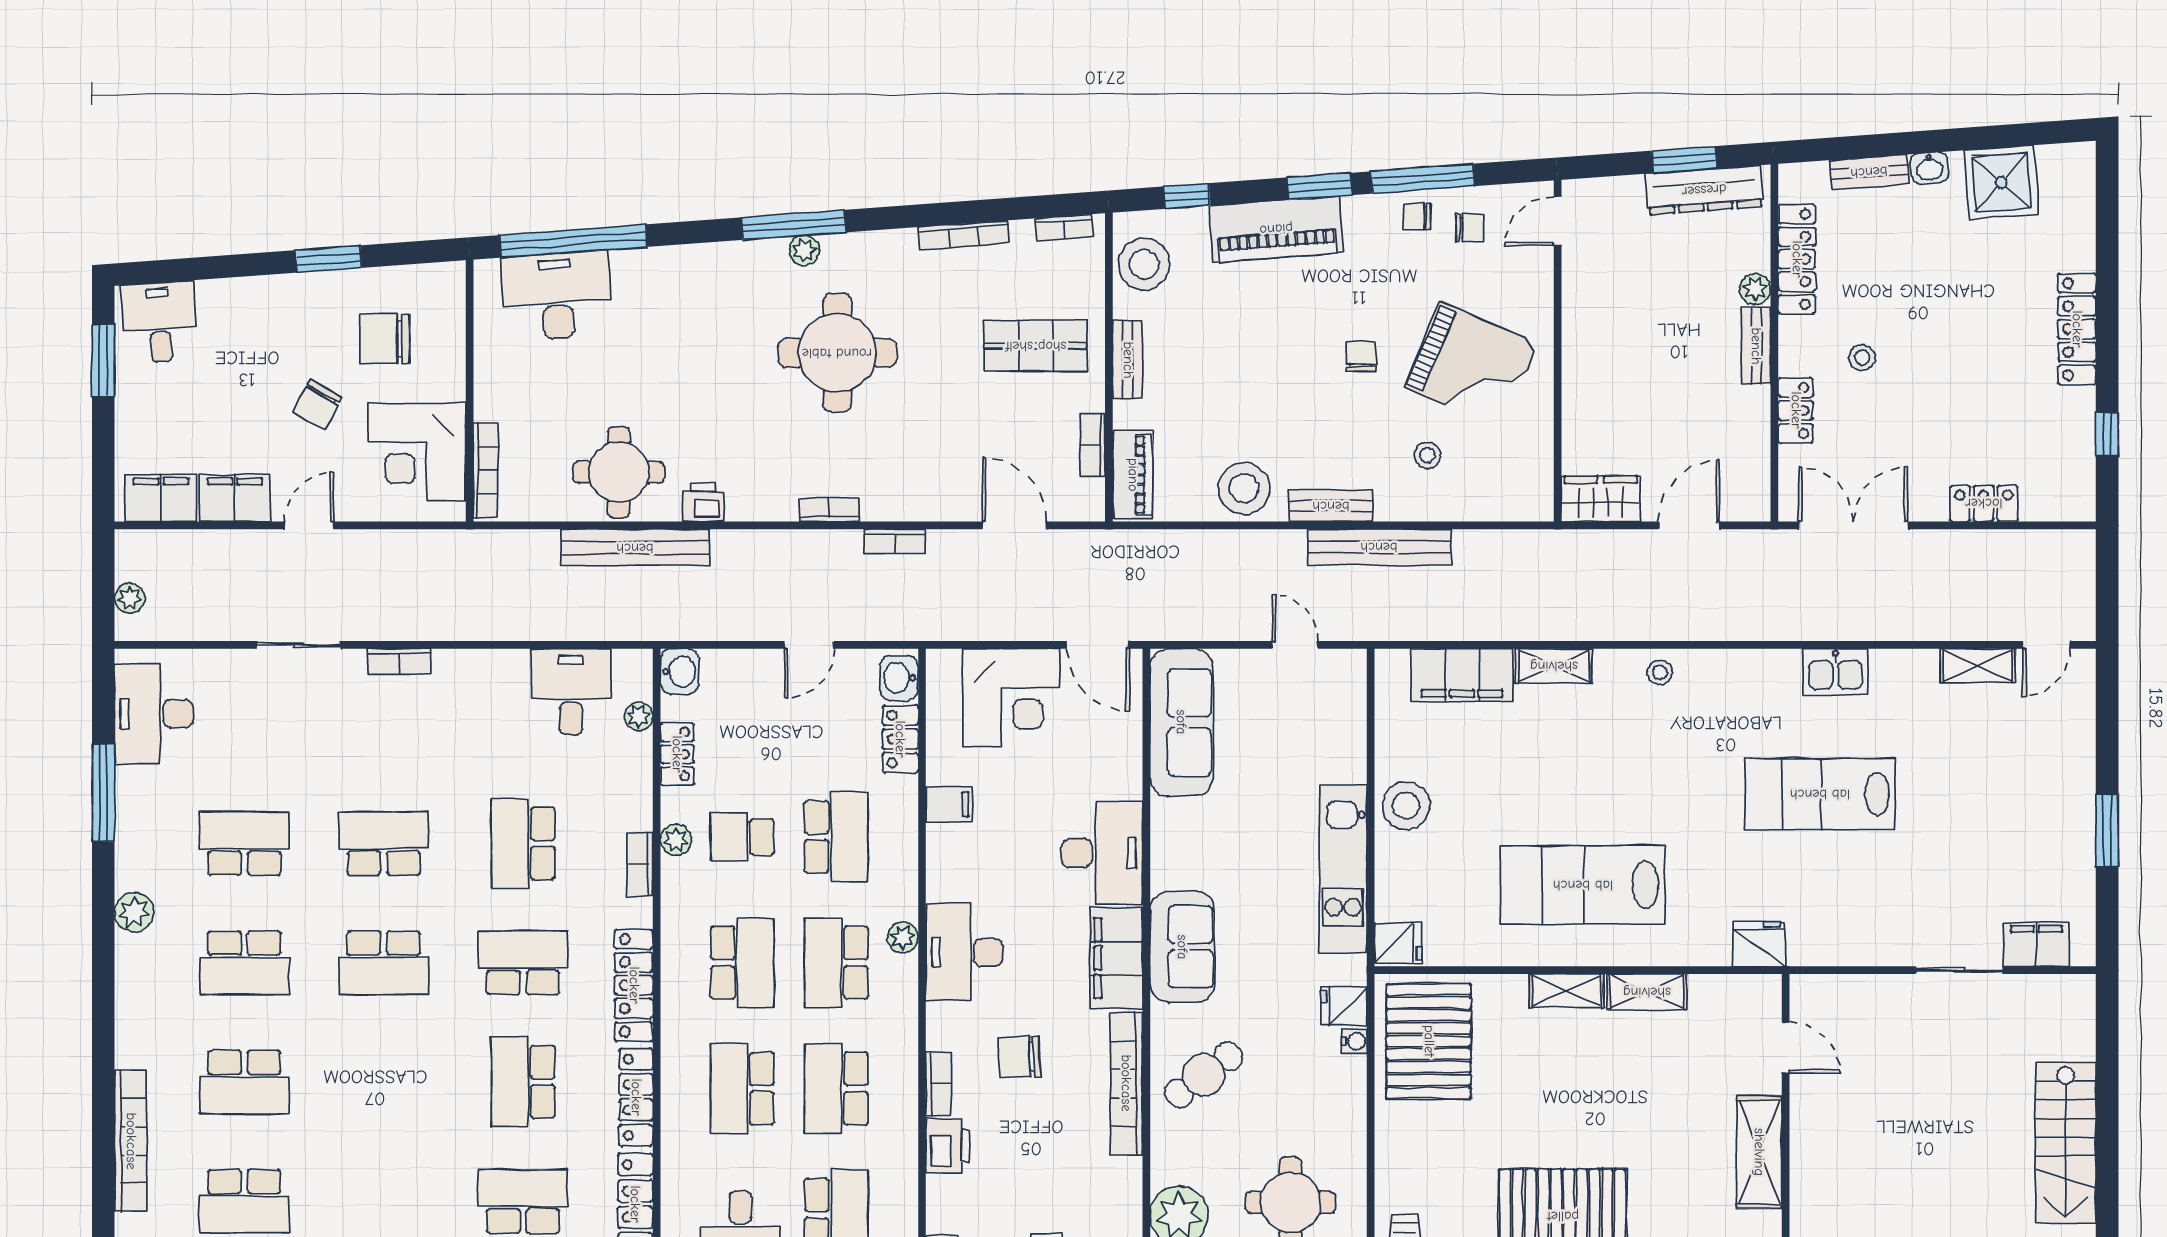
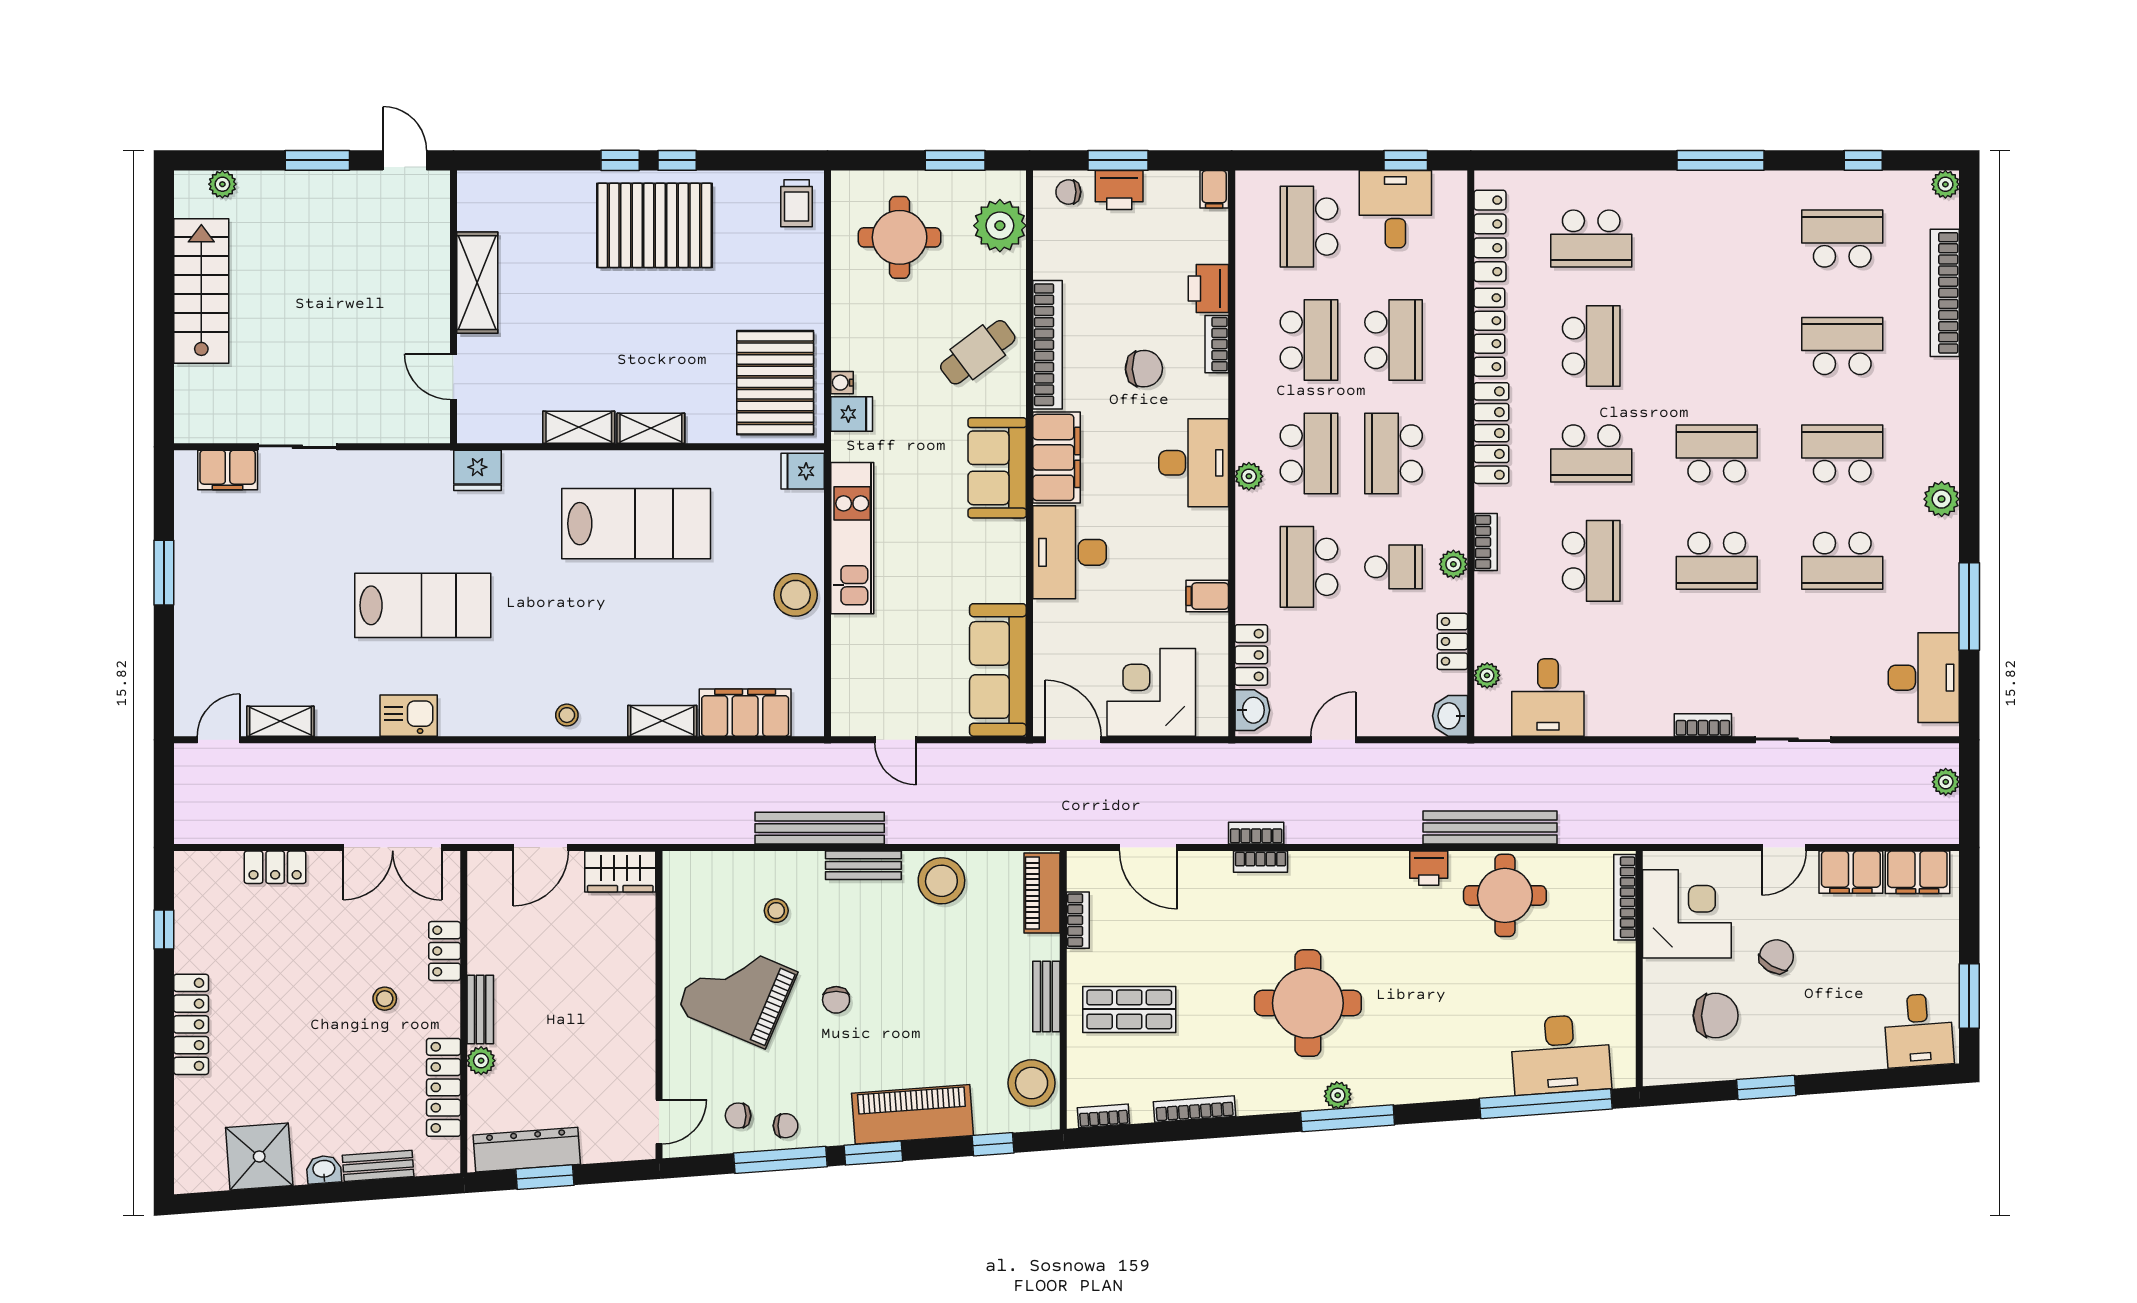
bookcase: (829, 510) -> (1261, 862), moved

